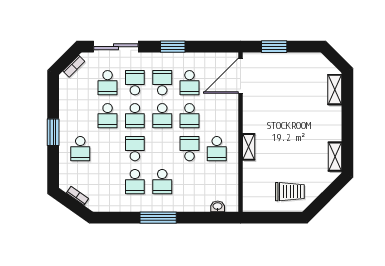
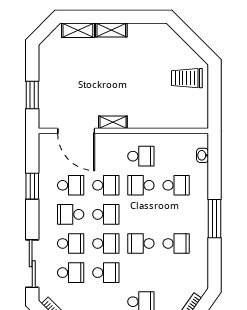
window: (173, 47) -> (32, 186), moved
door: (240, 76) -> (76, 131), moved
school desk: (135, 83) -> (71, 243), turned 180
shelving: (249, 147) -> (113, 122), moved
shelving: (335, 157) -> (111, 30), moved
school desk: (162, 182) -> (176, 185), moved
trolley: (290, 192) -> (187, 78), turned -90

